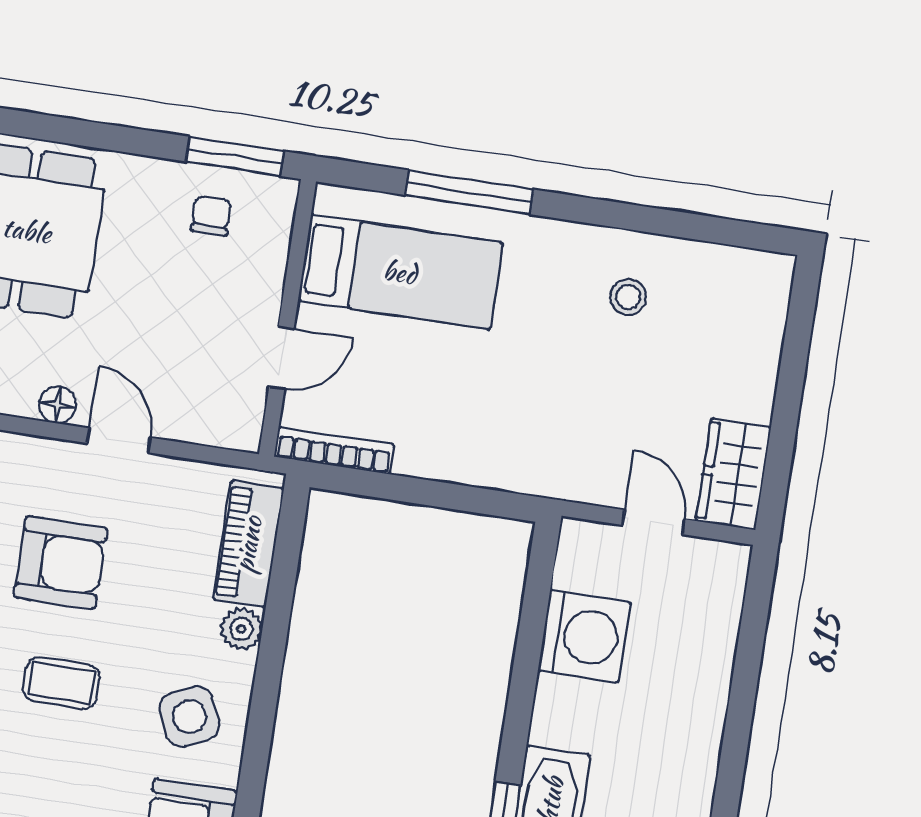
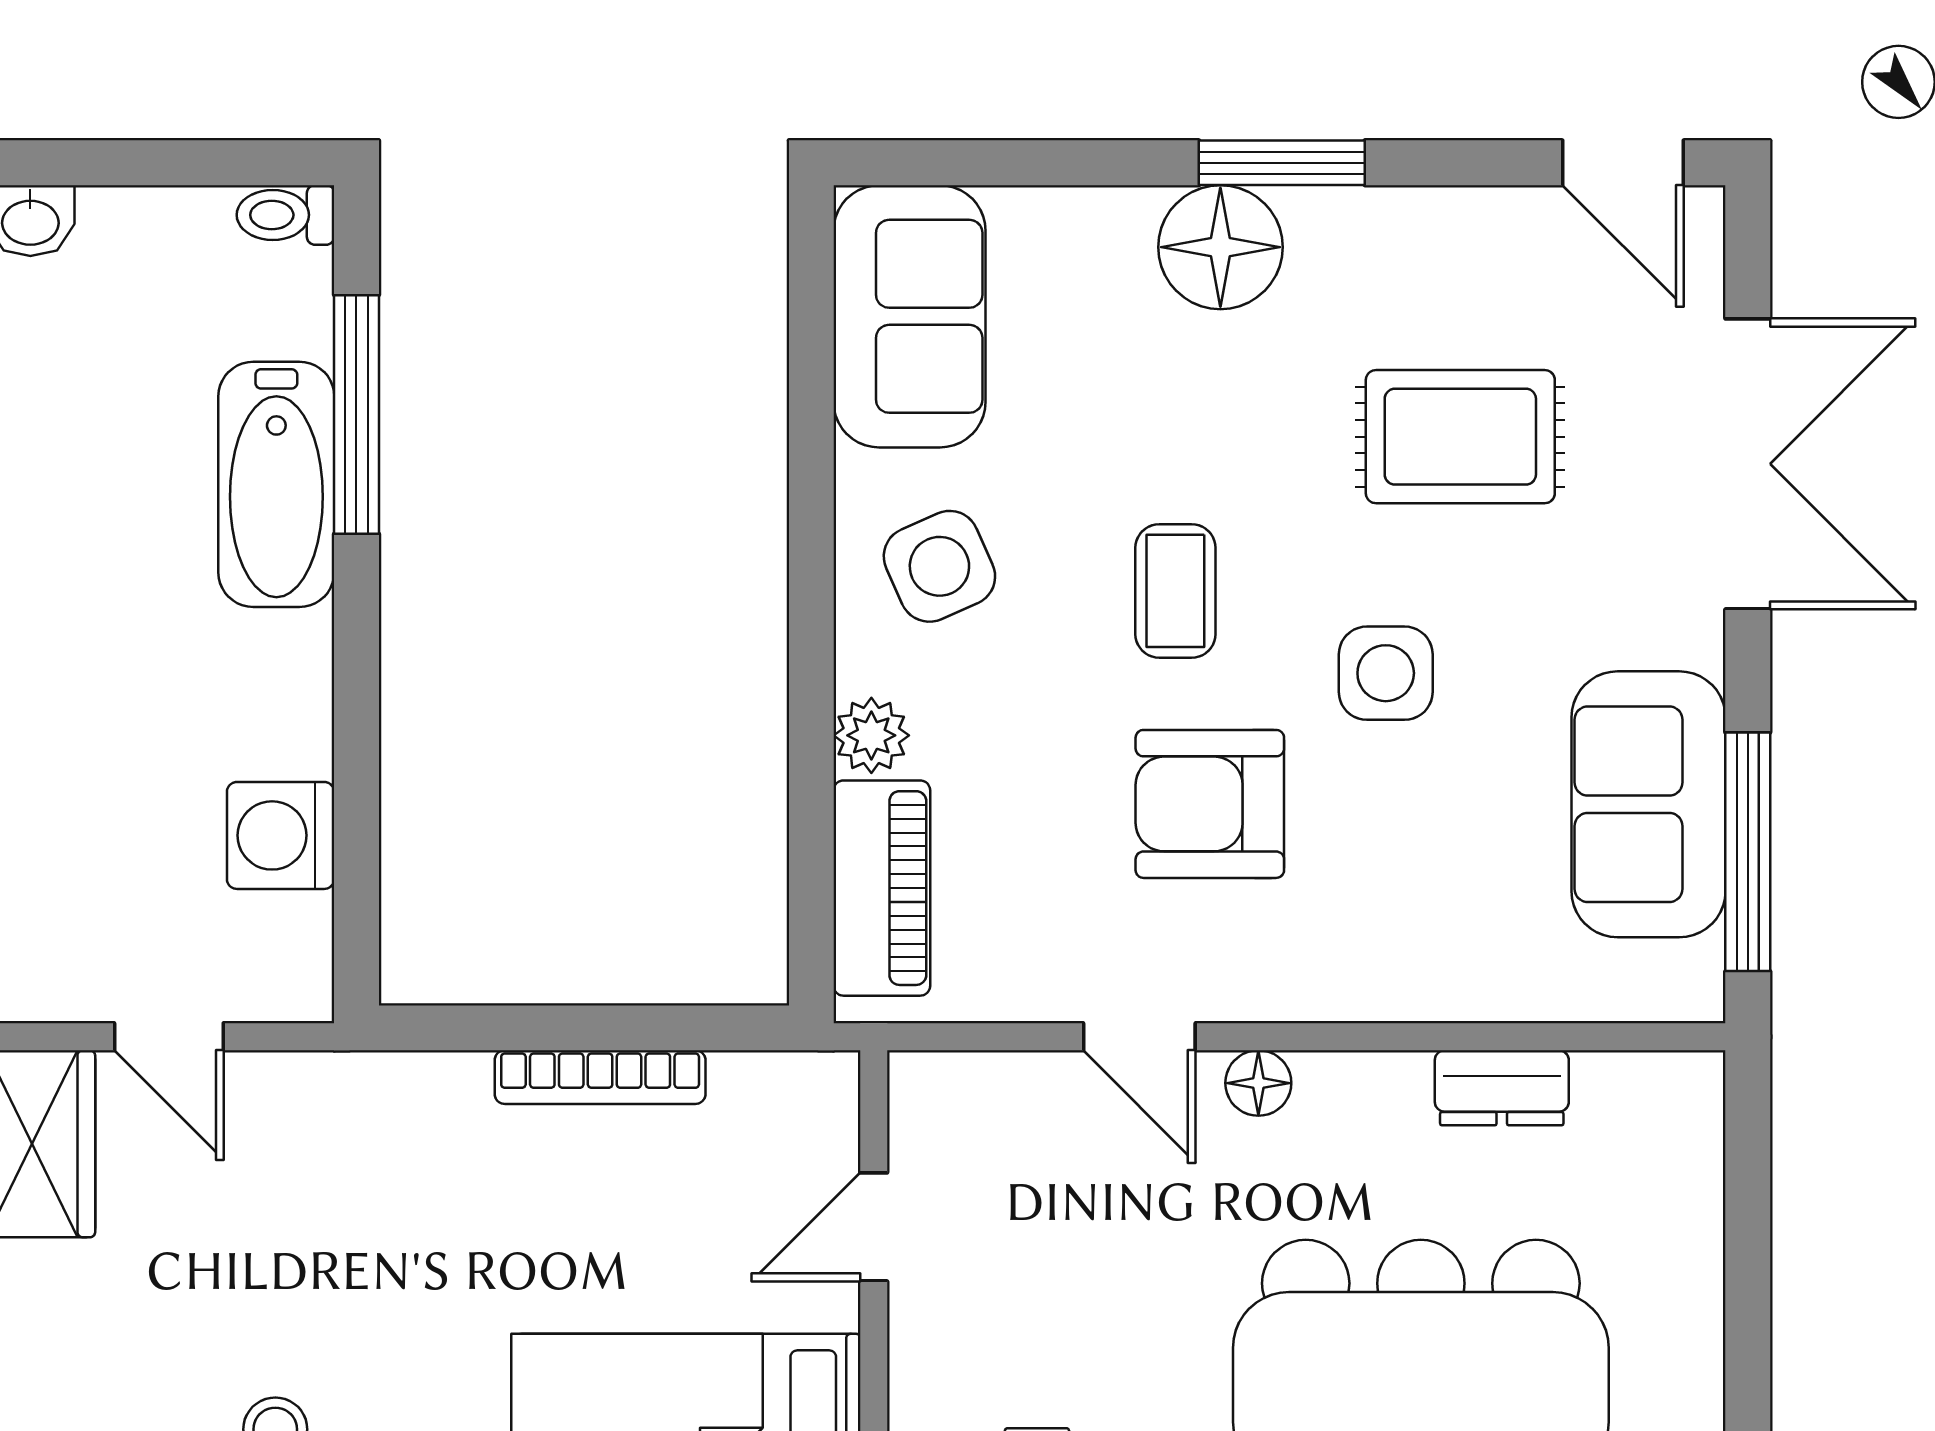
bookcase: (334, 451) -> (600, 1077), moved
washing machine: (584, 636) -> (281, 835), width x0.73, depth x0.73
coffee table: (62, 683) -> (1175, 591), turned 90

